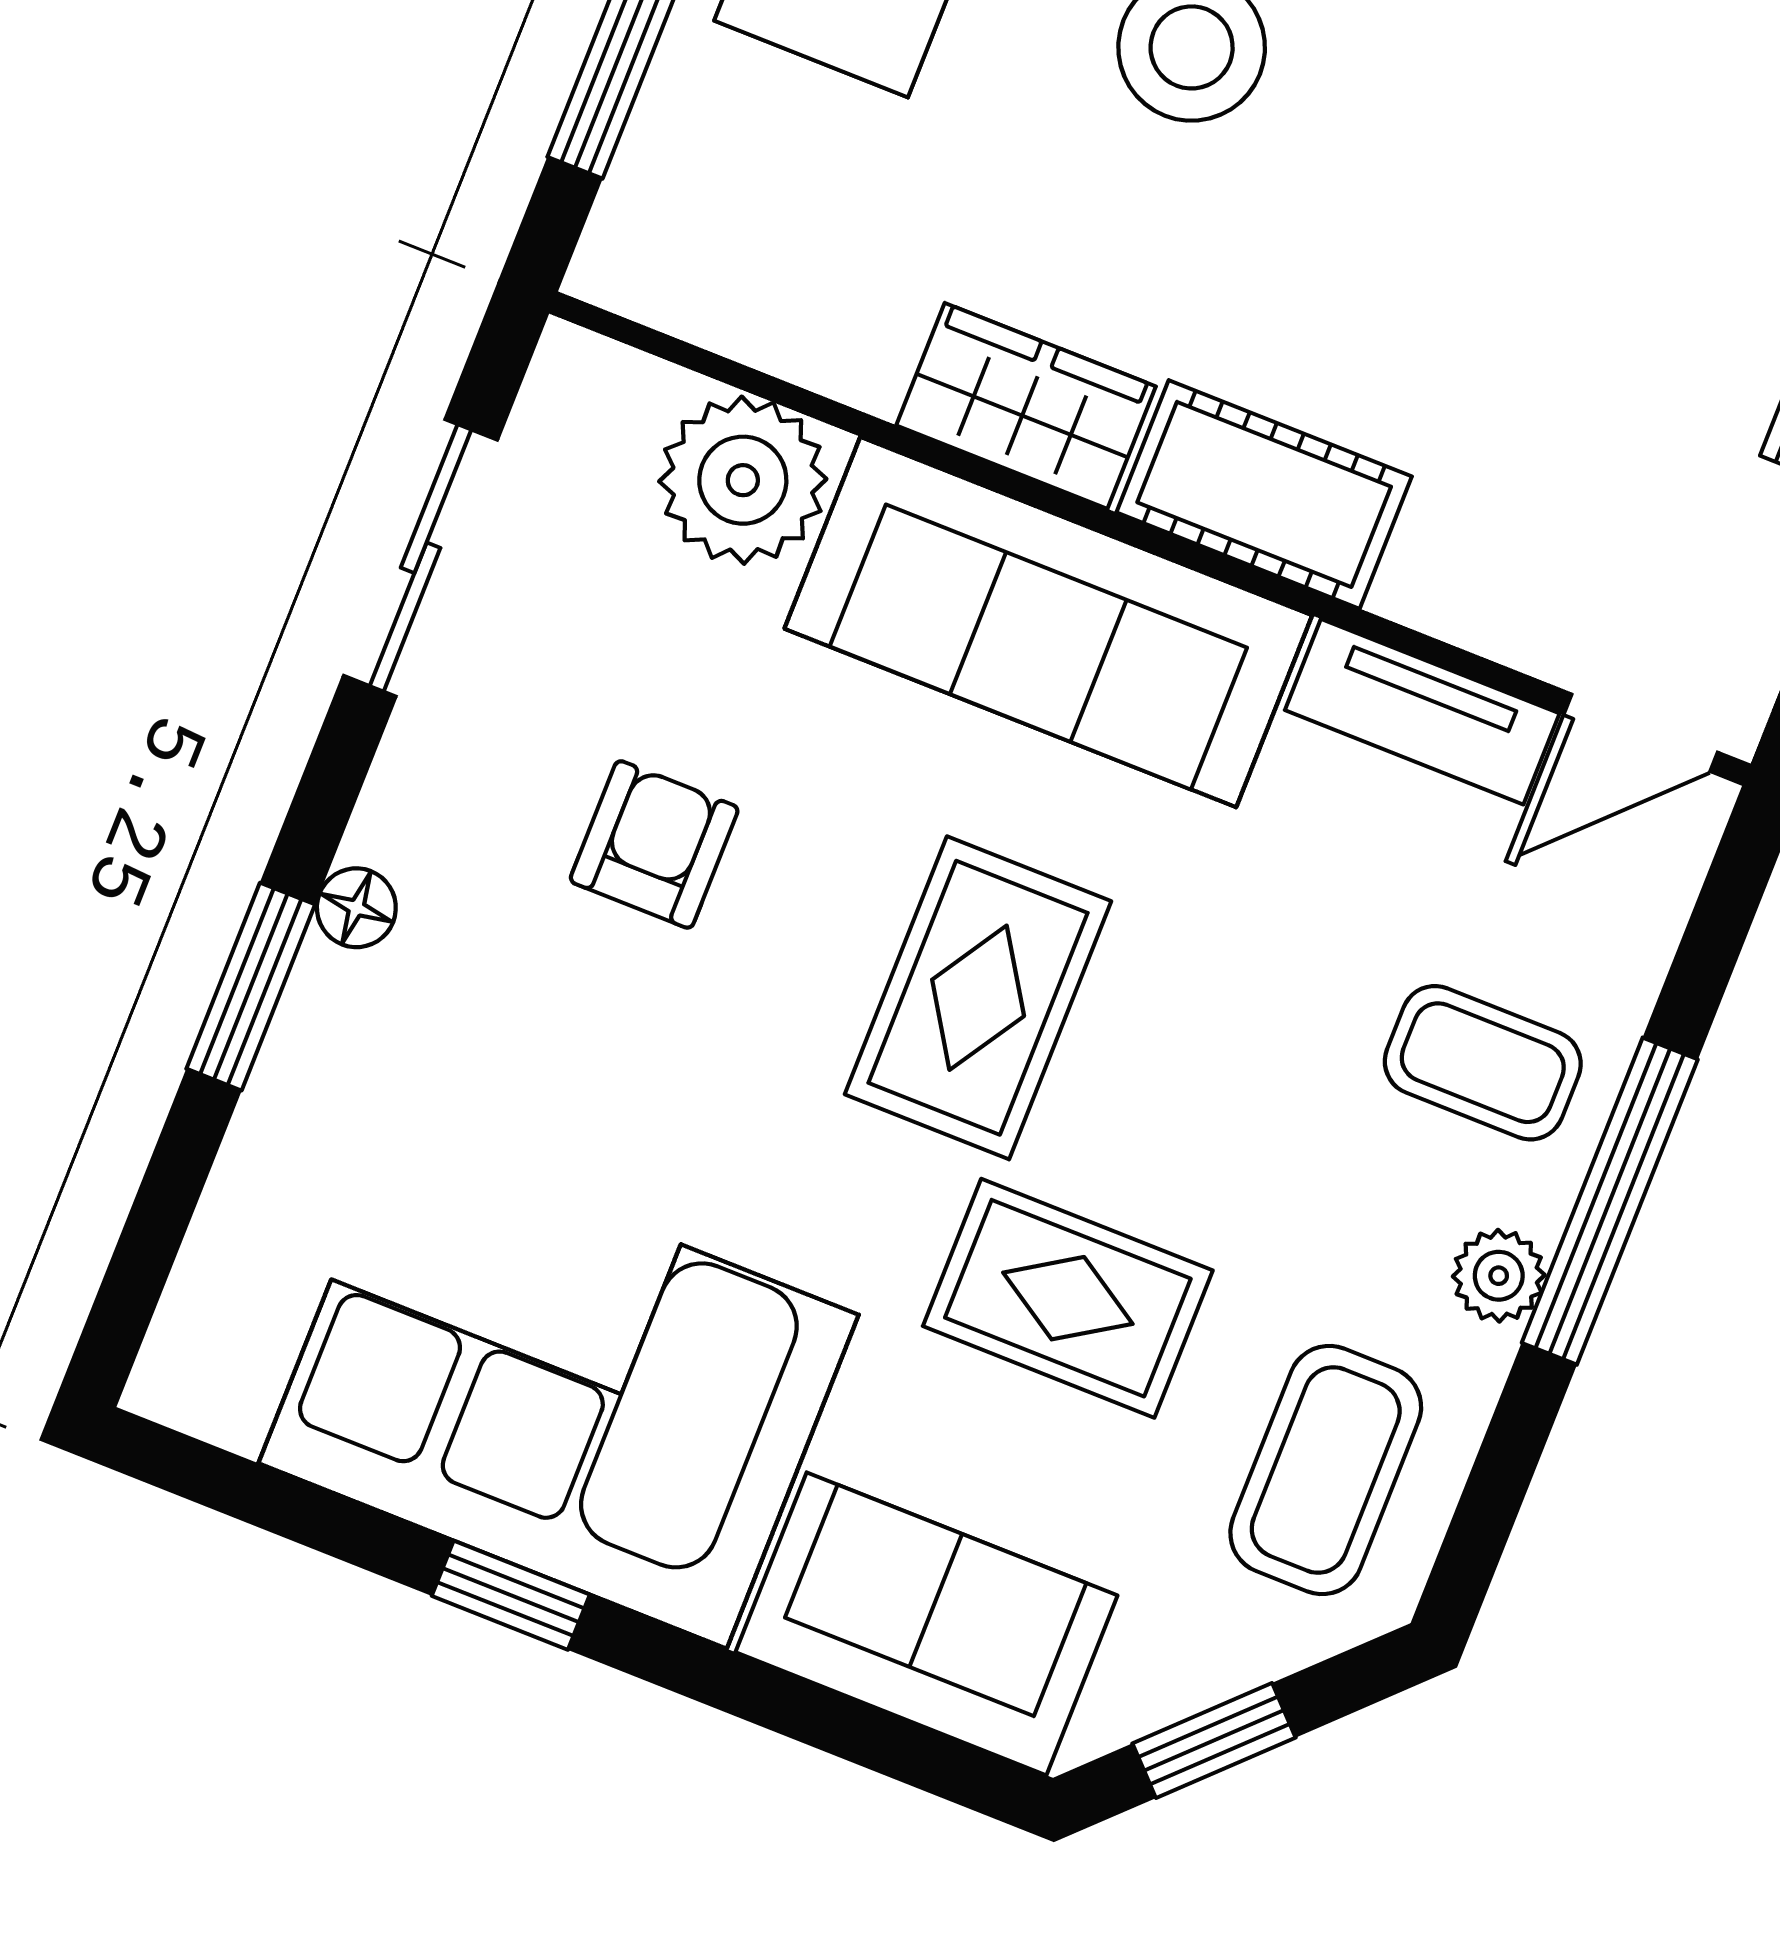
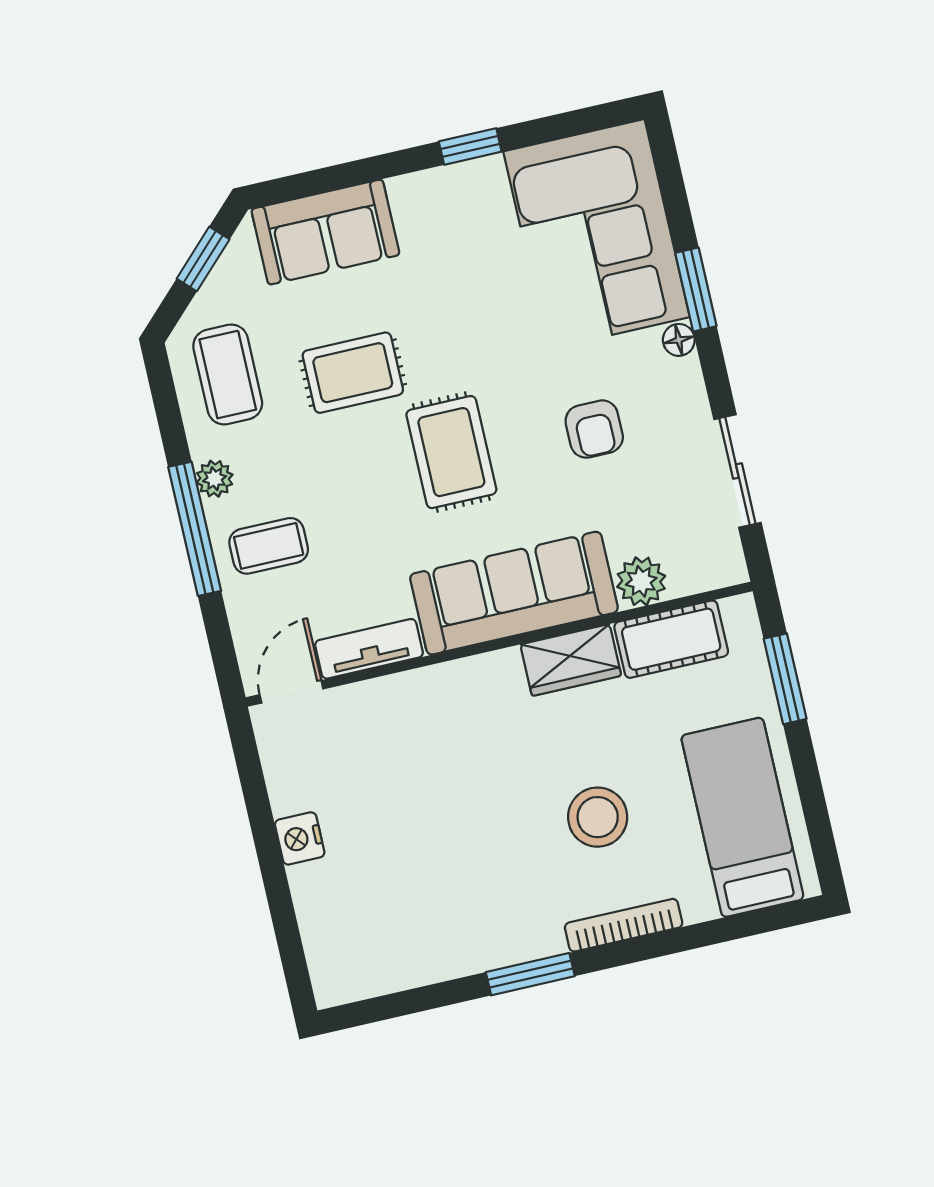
plant: (743, 480) -> (641, 581), width x0.73, depth x0.73
cot: (1264, 494) -> (671, 639), moved
corner sofa: (559, 1389) -> (596, 234), moved, turned 90

